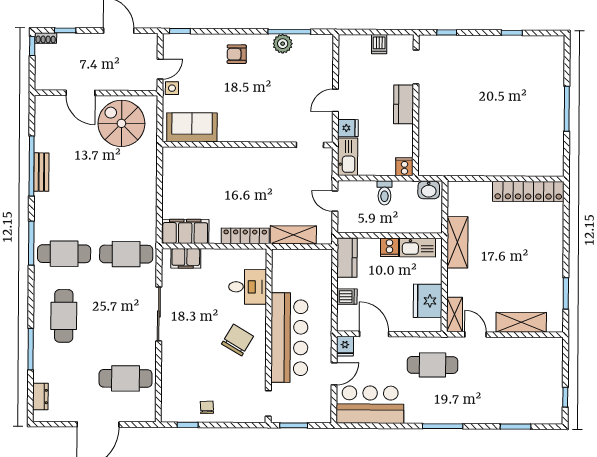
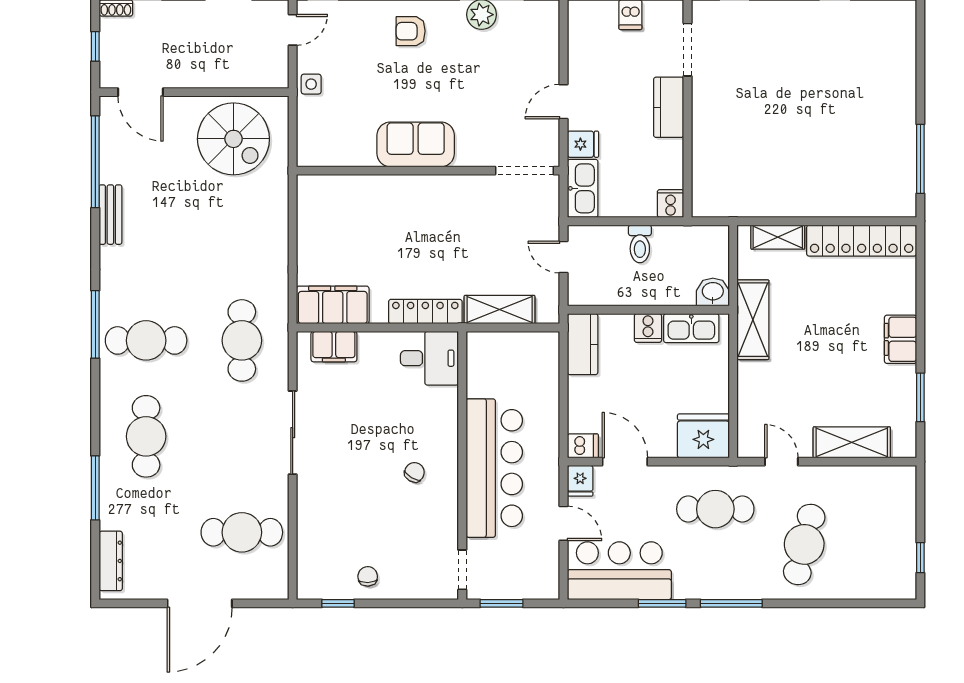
window: (32, 46) -> (95, 46), moved
door: (160, 69) -> (293, 30), moved
door: (80, 93) -> (140, 92), moved
window: (567, 109) -> (920, 159), moved
spiral stairs: (121, 123) -> (233, 139), turned 180
sofa: (192, 127) -> (416, 144), moved
doorway: (310, 145) -> (524, 171), width x1.38
window: (32, 166) -> (95, 162), moved
washbasin: (429, 190) -> (713, 292), moved, turned 180
cafe table: (126, 254) -> (242, 340), turned 90
filing cabinet: (553, 256) -> (901, 339), added
desk: (248, 287) -> (429, 358), moved
dishwasher: (347, 297) -> (583, 446), moved
fridge: (428, 301) -> (703, 436), moved, turned 90
shelving: (455, 314) -> (778, 237), moved, turned 90
chair: (238, 340) -> (414, 472), width x0.54, depth x0.54
door: (334, 374) -> (564, 523), hinge flipped
cafe table: (490, 388) -> (804, 544), added
dresser: (40, 397) -> (111, 561), width x1.44
window: (516, 427) -> (662, 603), moved

